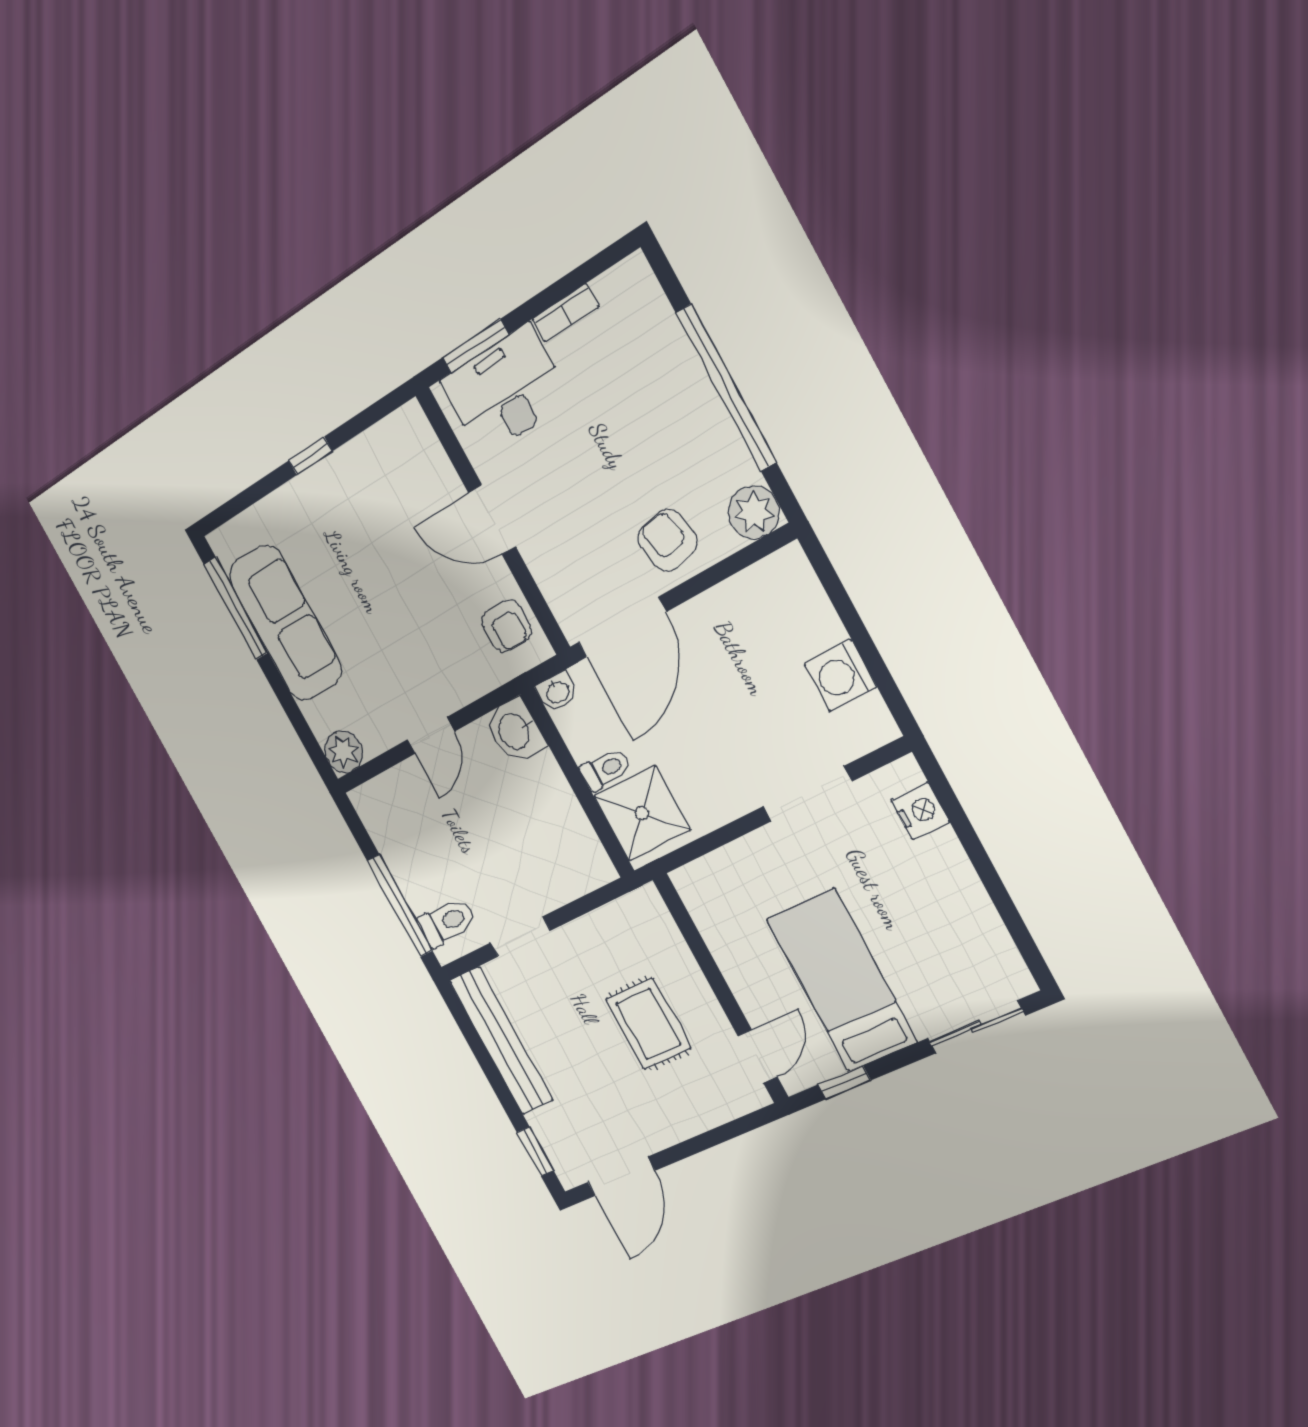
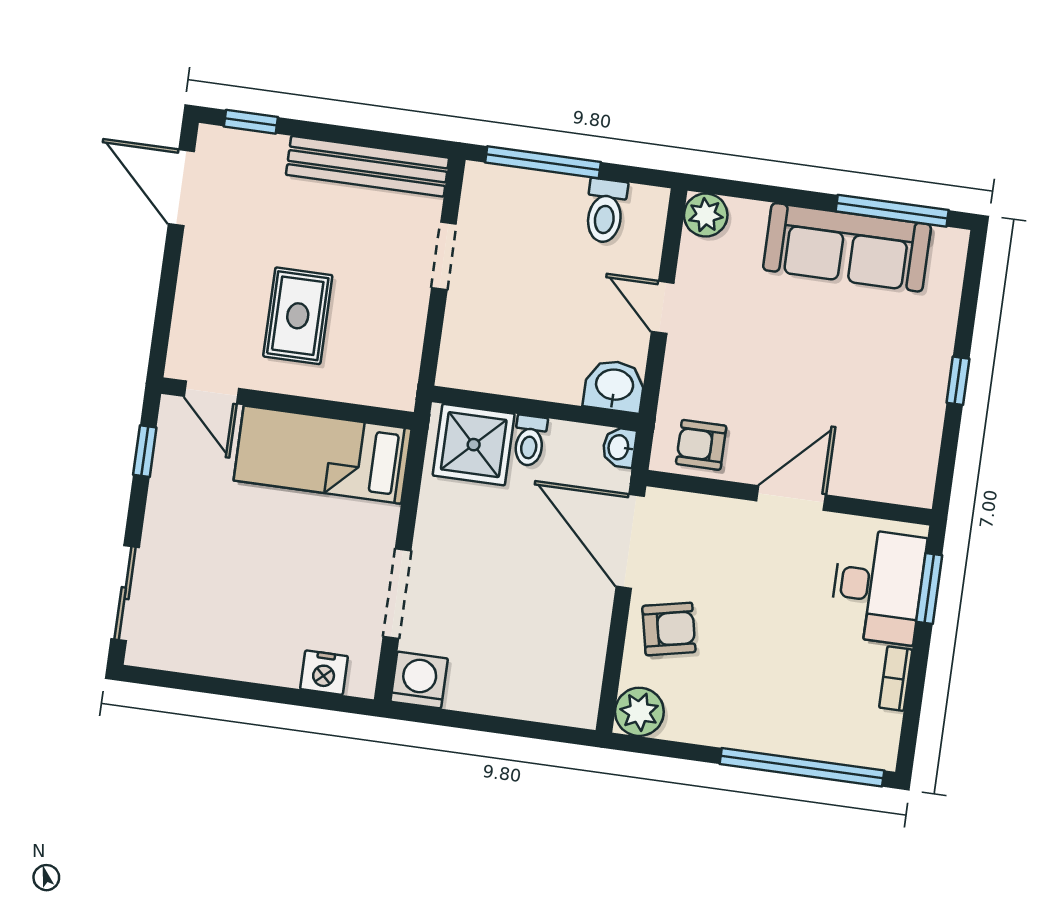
window: (726, 388) -> (802, 767), moved
washing machine: (840, 676) -> (419, 680), moved
toilet: (447, 922) -> (605, 211), moved
bed: (842, 980) -> (323, 455), moved, turned 180
rug: (648, 1024) -> (298, 316), turned 90

